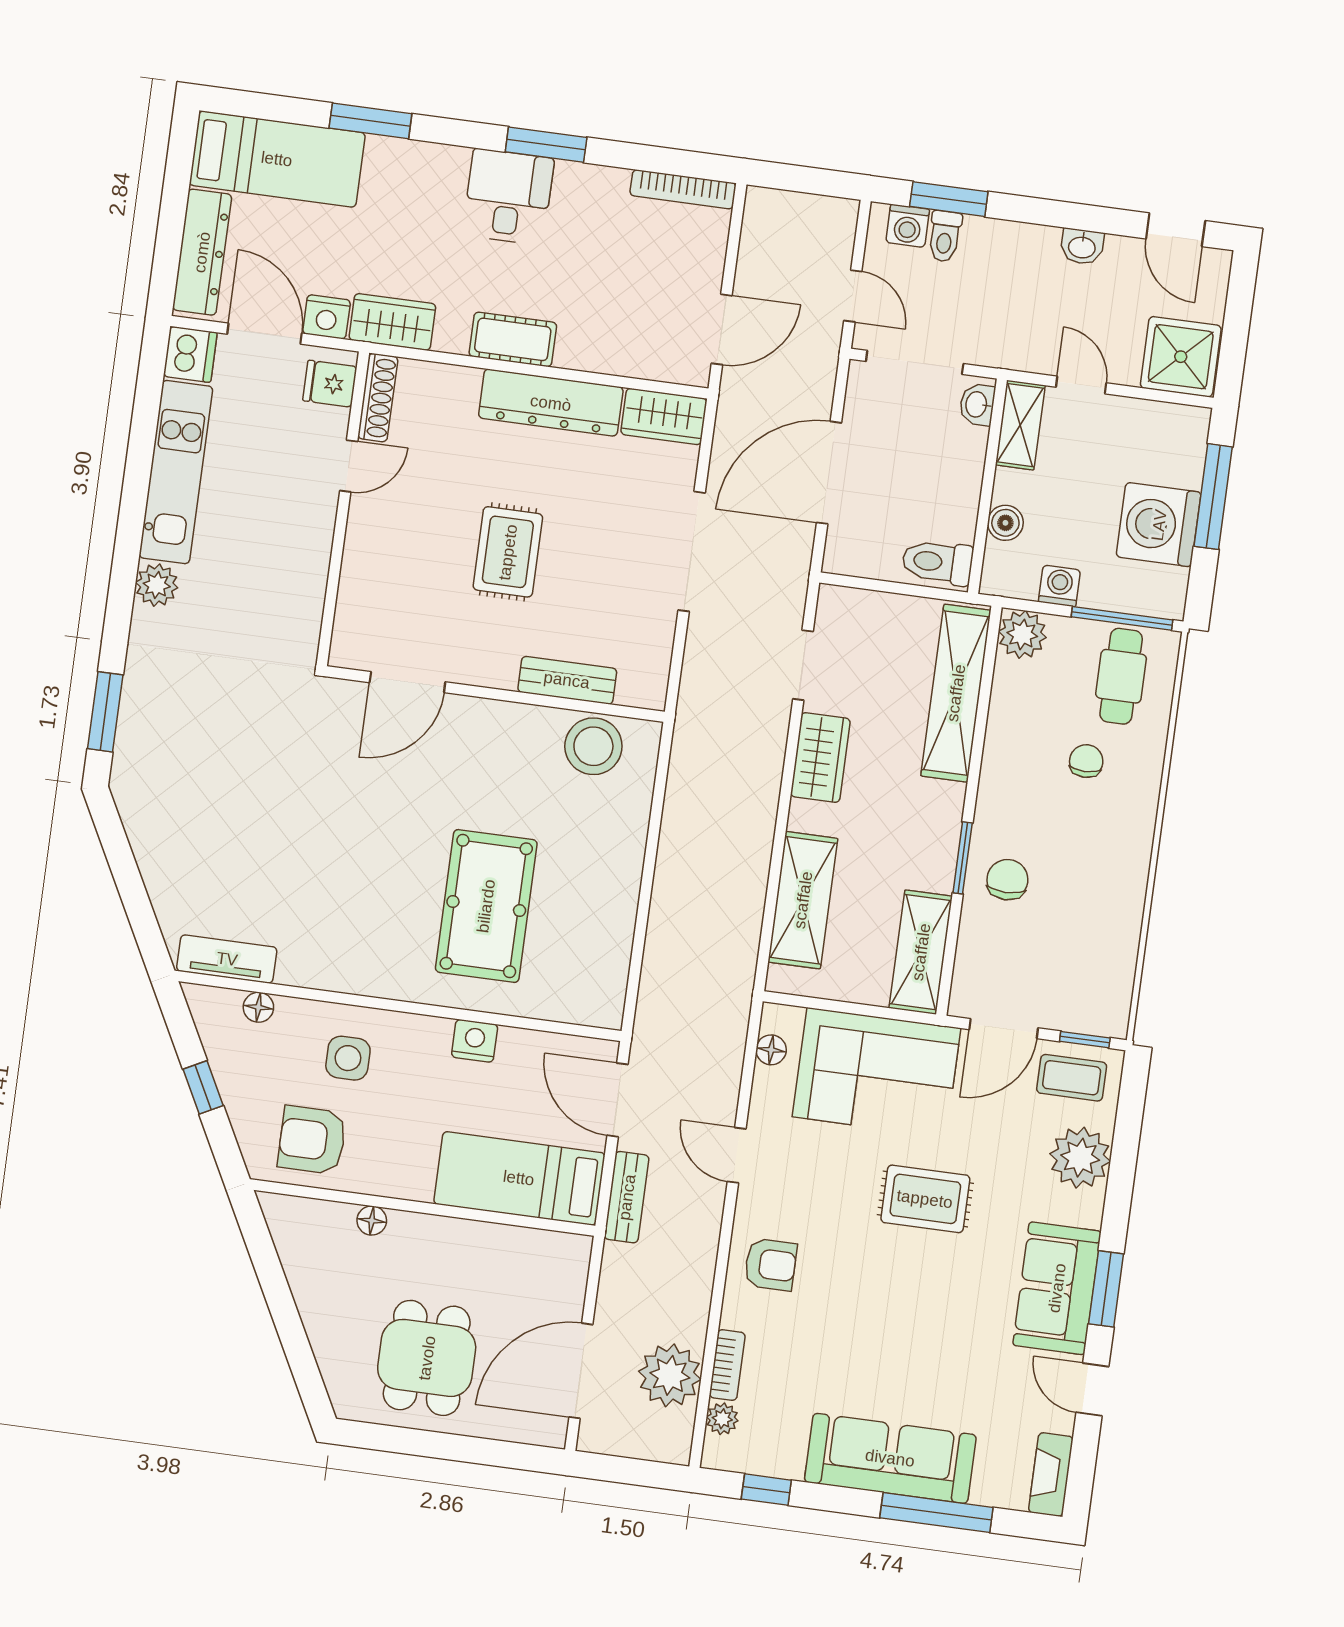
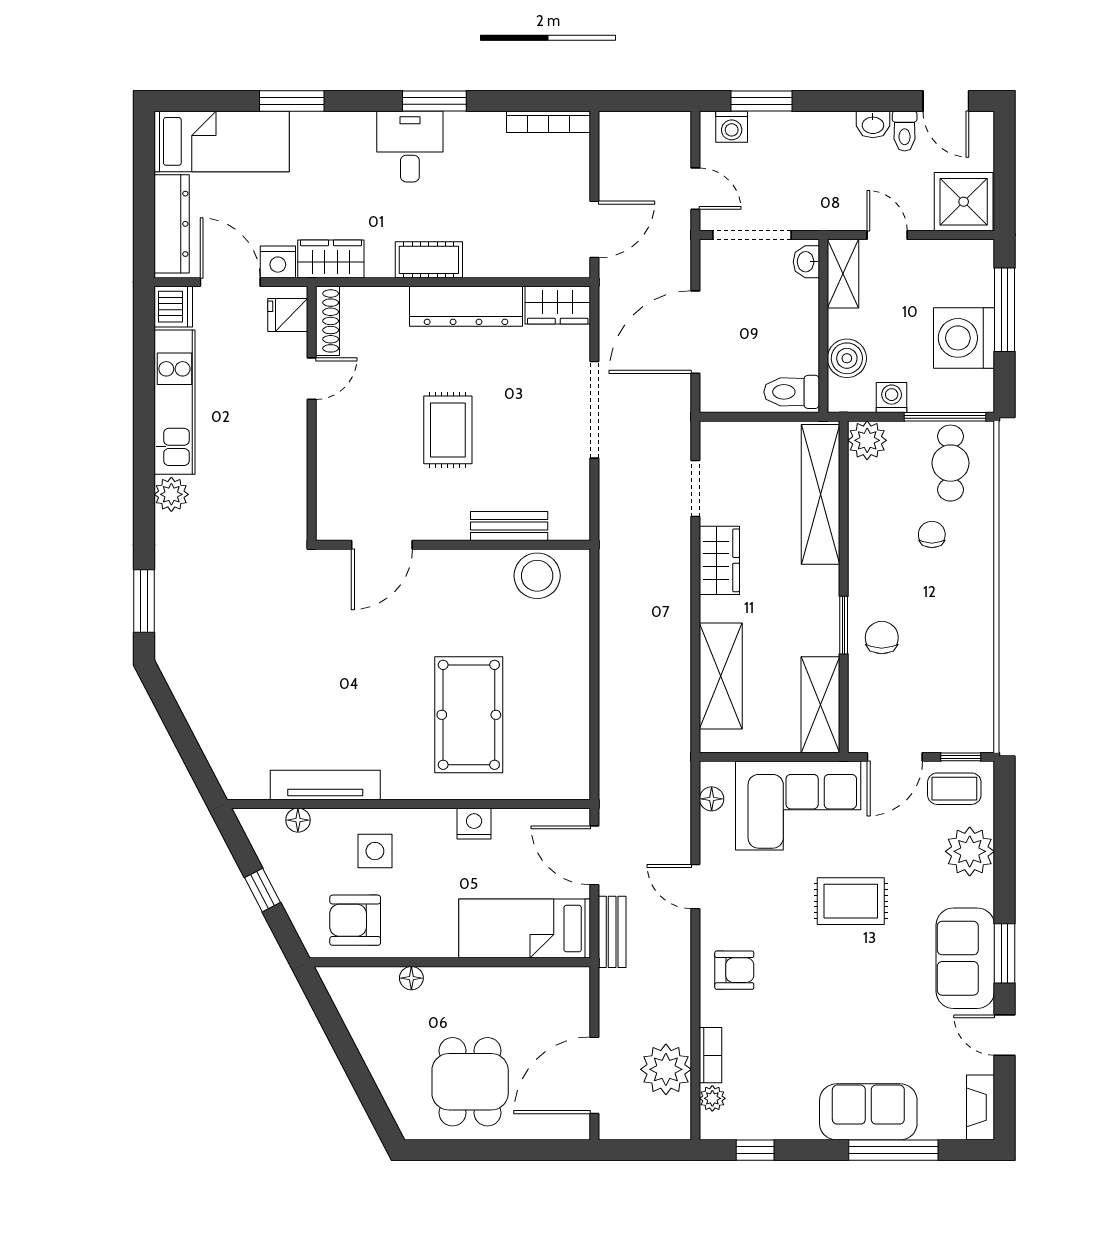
toilet: (945, 236) -> (905, 131), moved
boiler: (1005, 523) -> (847, 358), width x1.36, depth x1.36
tv unit: (227, 959) -> (325, 785), moved, width x1.41
sofa: (890, 1458) -> (868, 1112), width x0.73

